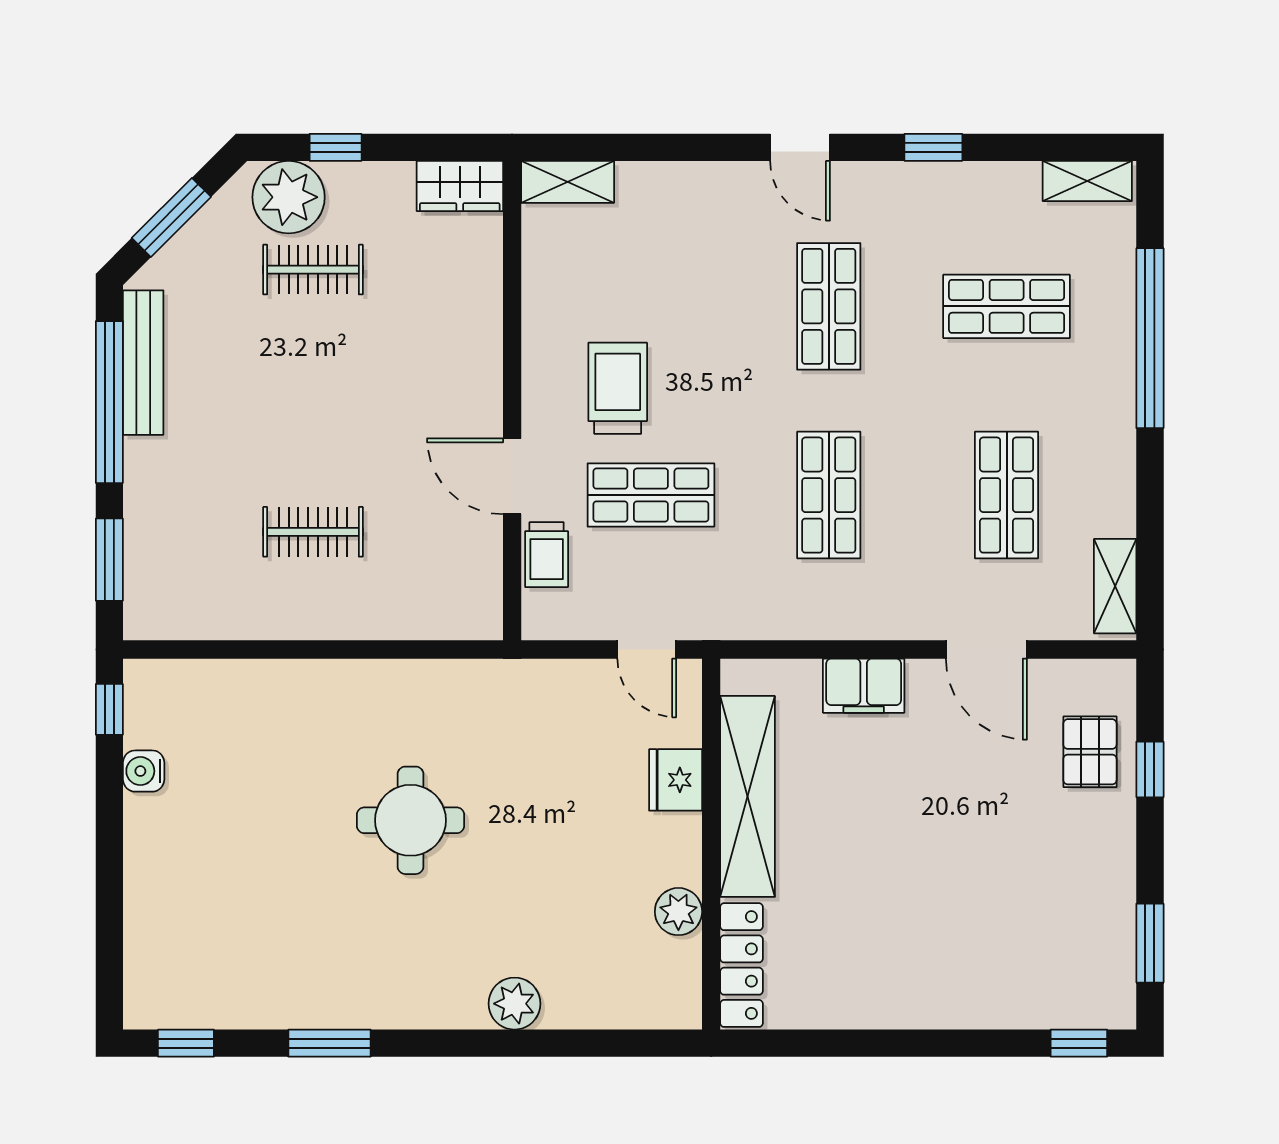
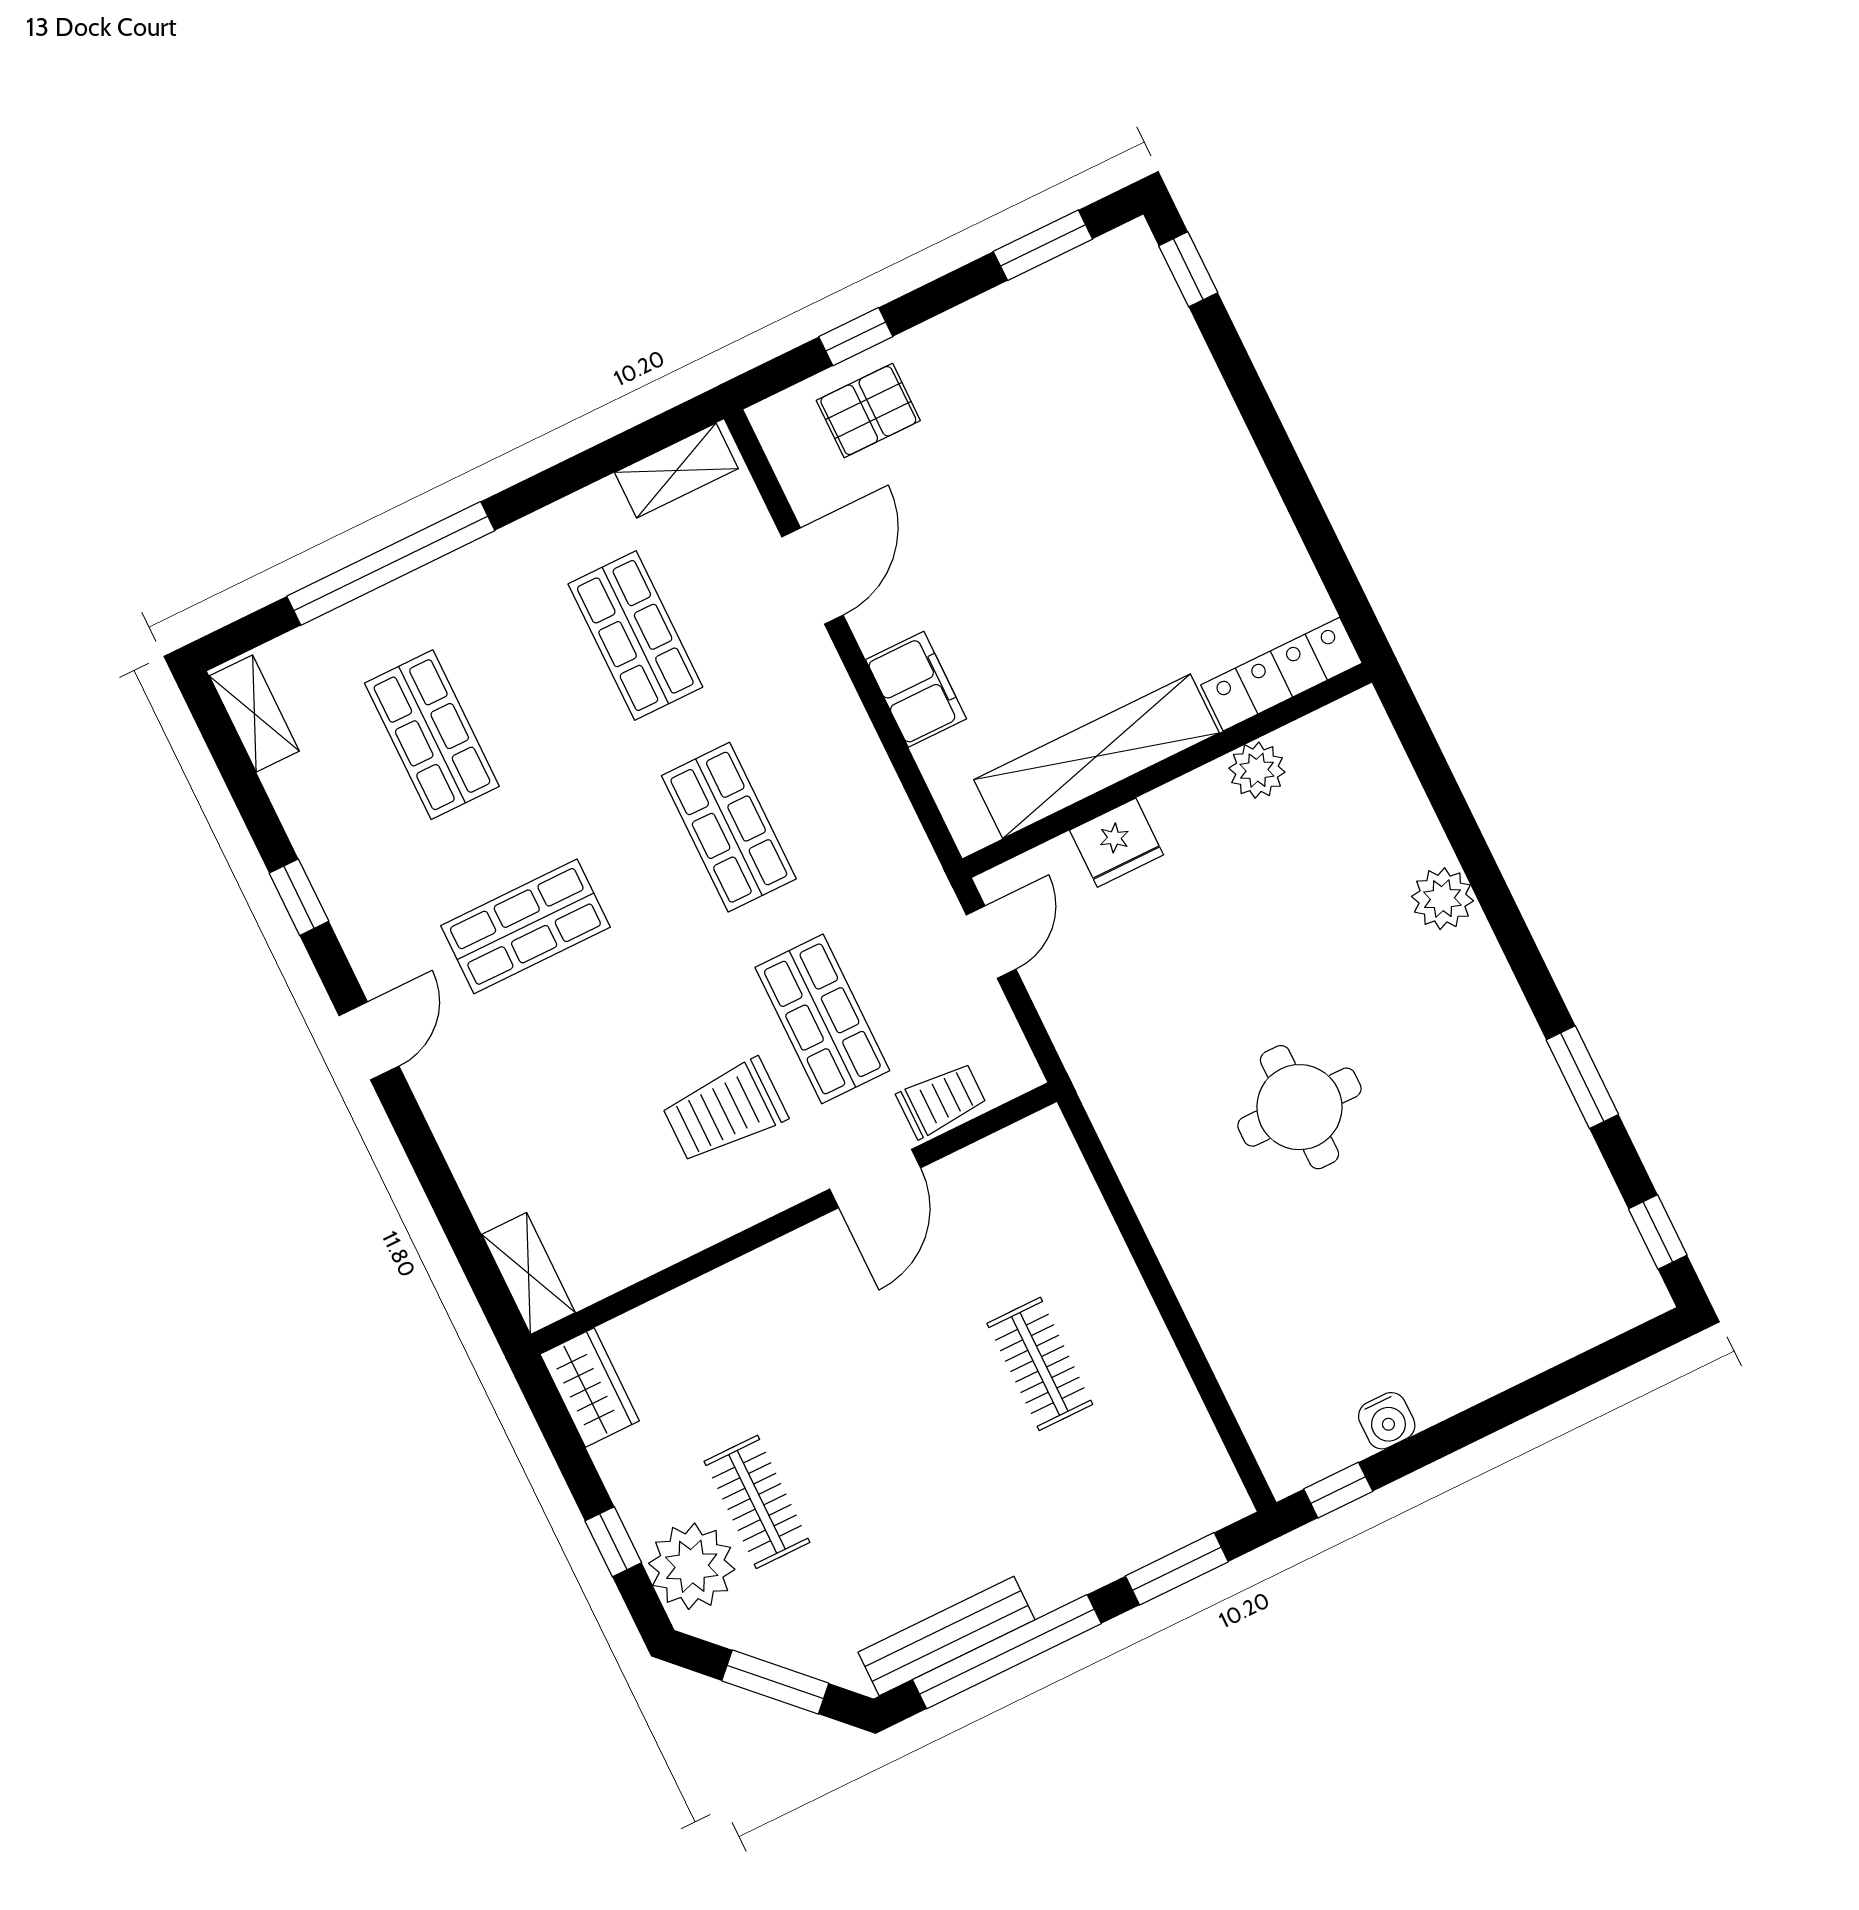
shop shelf: (829, 495) -> (729, 827), turned 90
shop shelf: (1007, 495) -> (635, 635), turned 90

